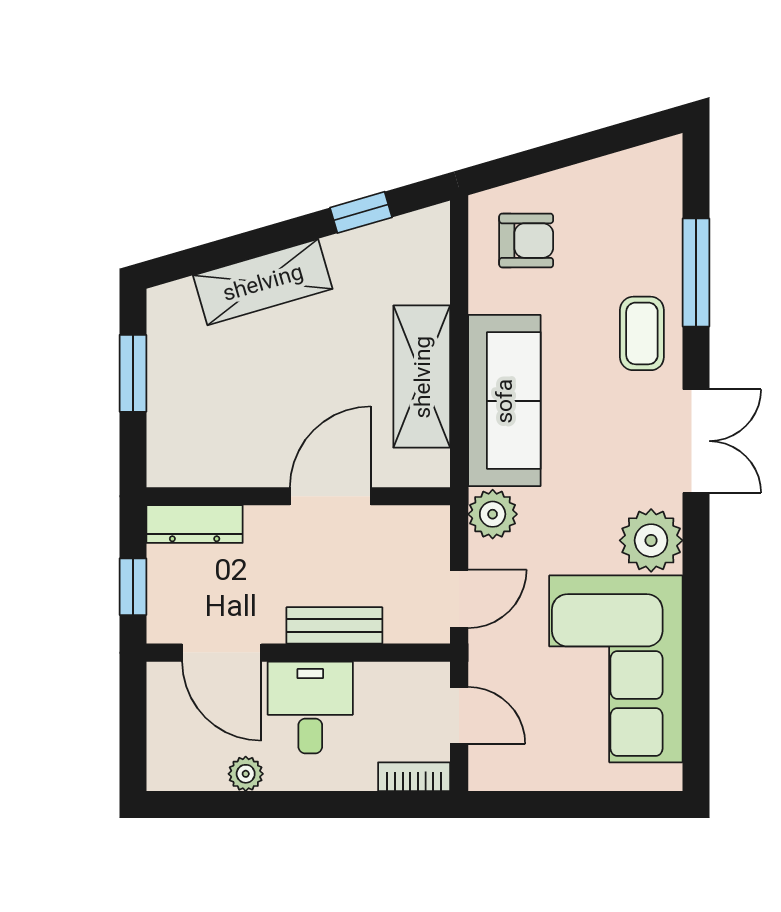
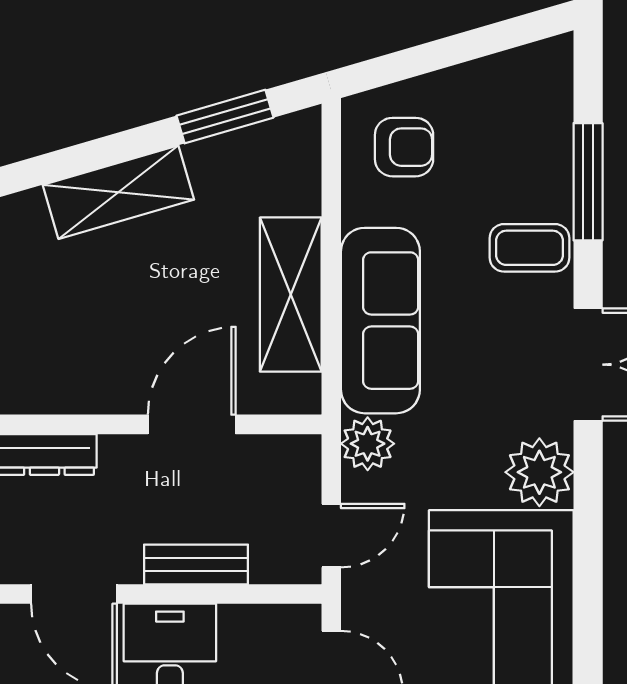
window: (361, 212) -> (225, 117), width x1.50
coffee table: (642, 333) -> (530, 248), turned 90

